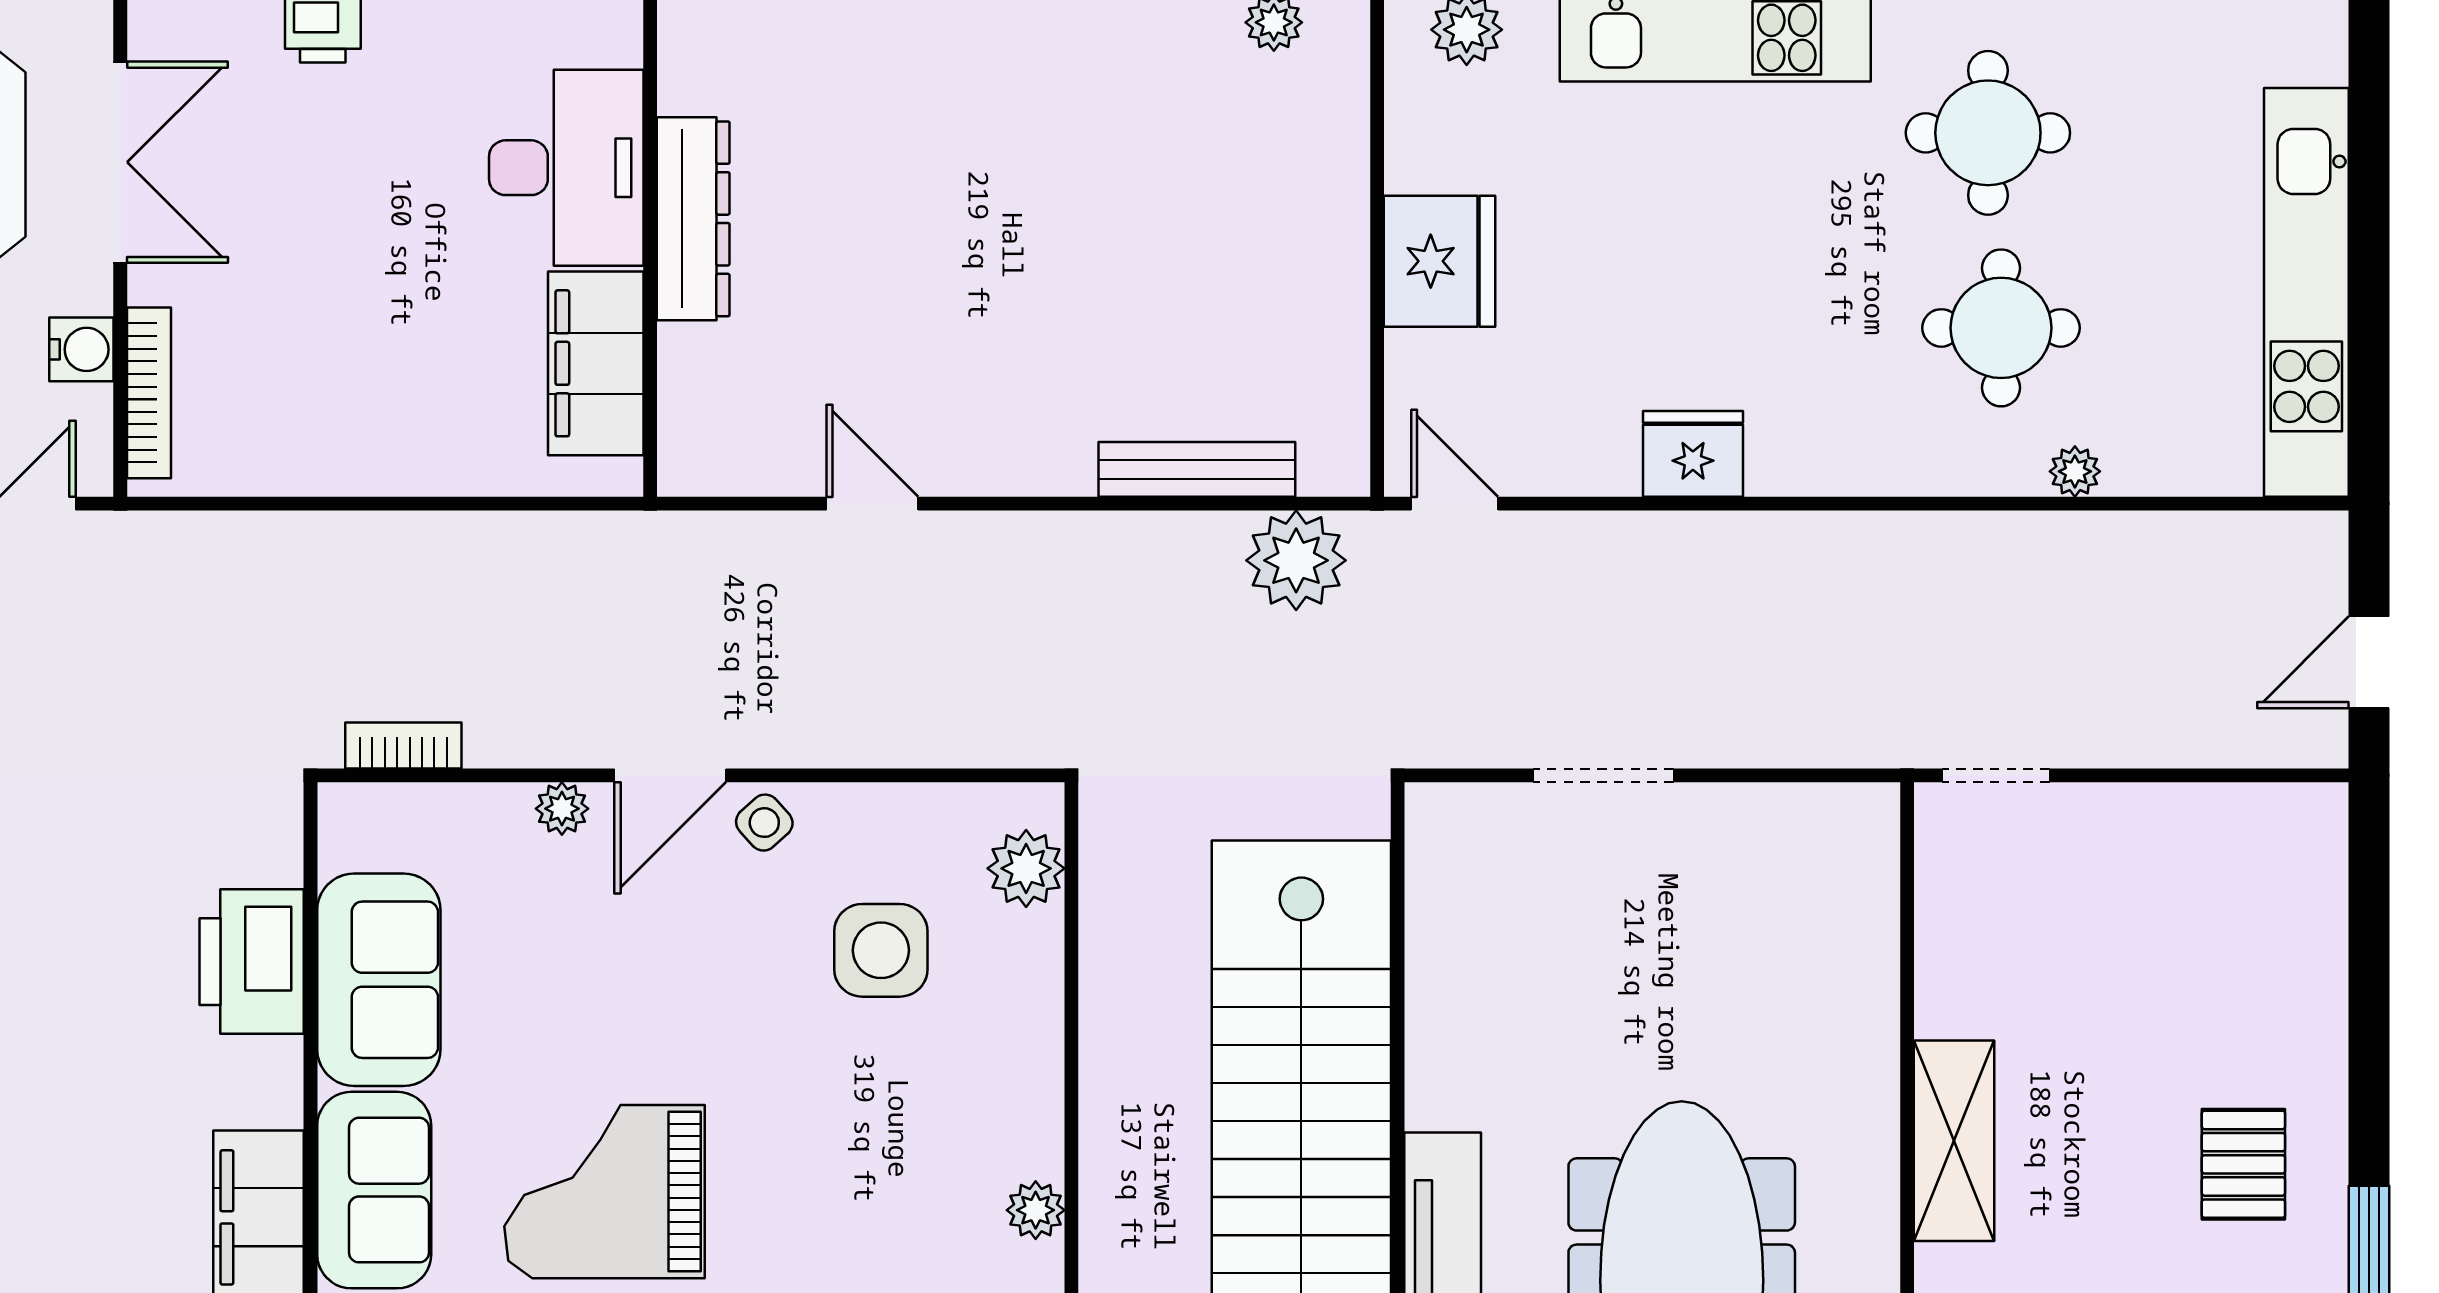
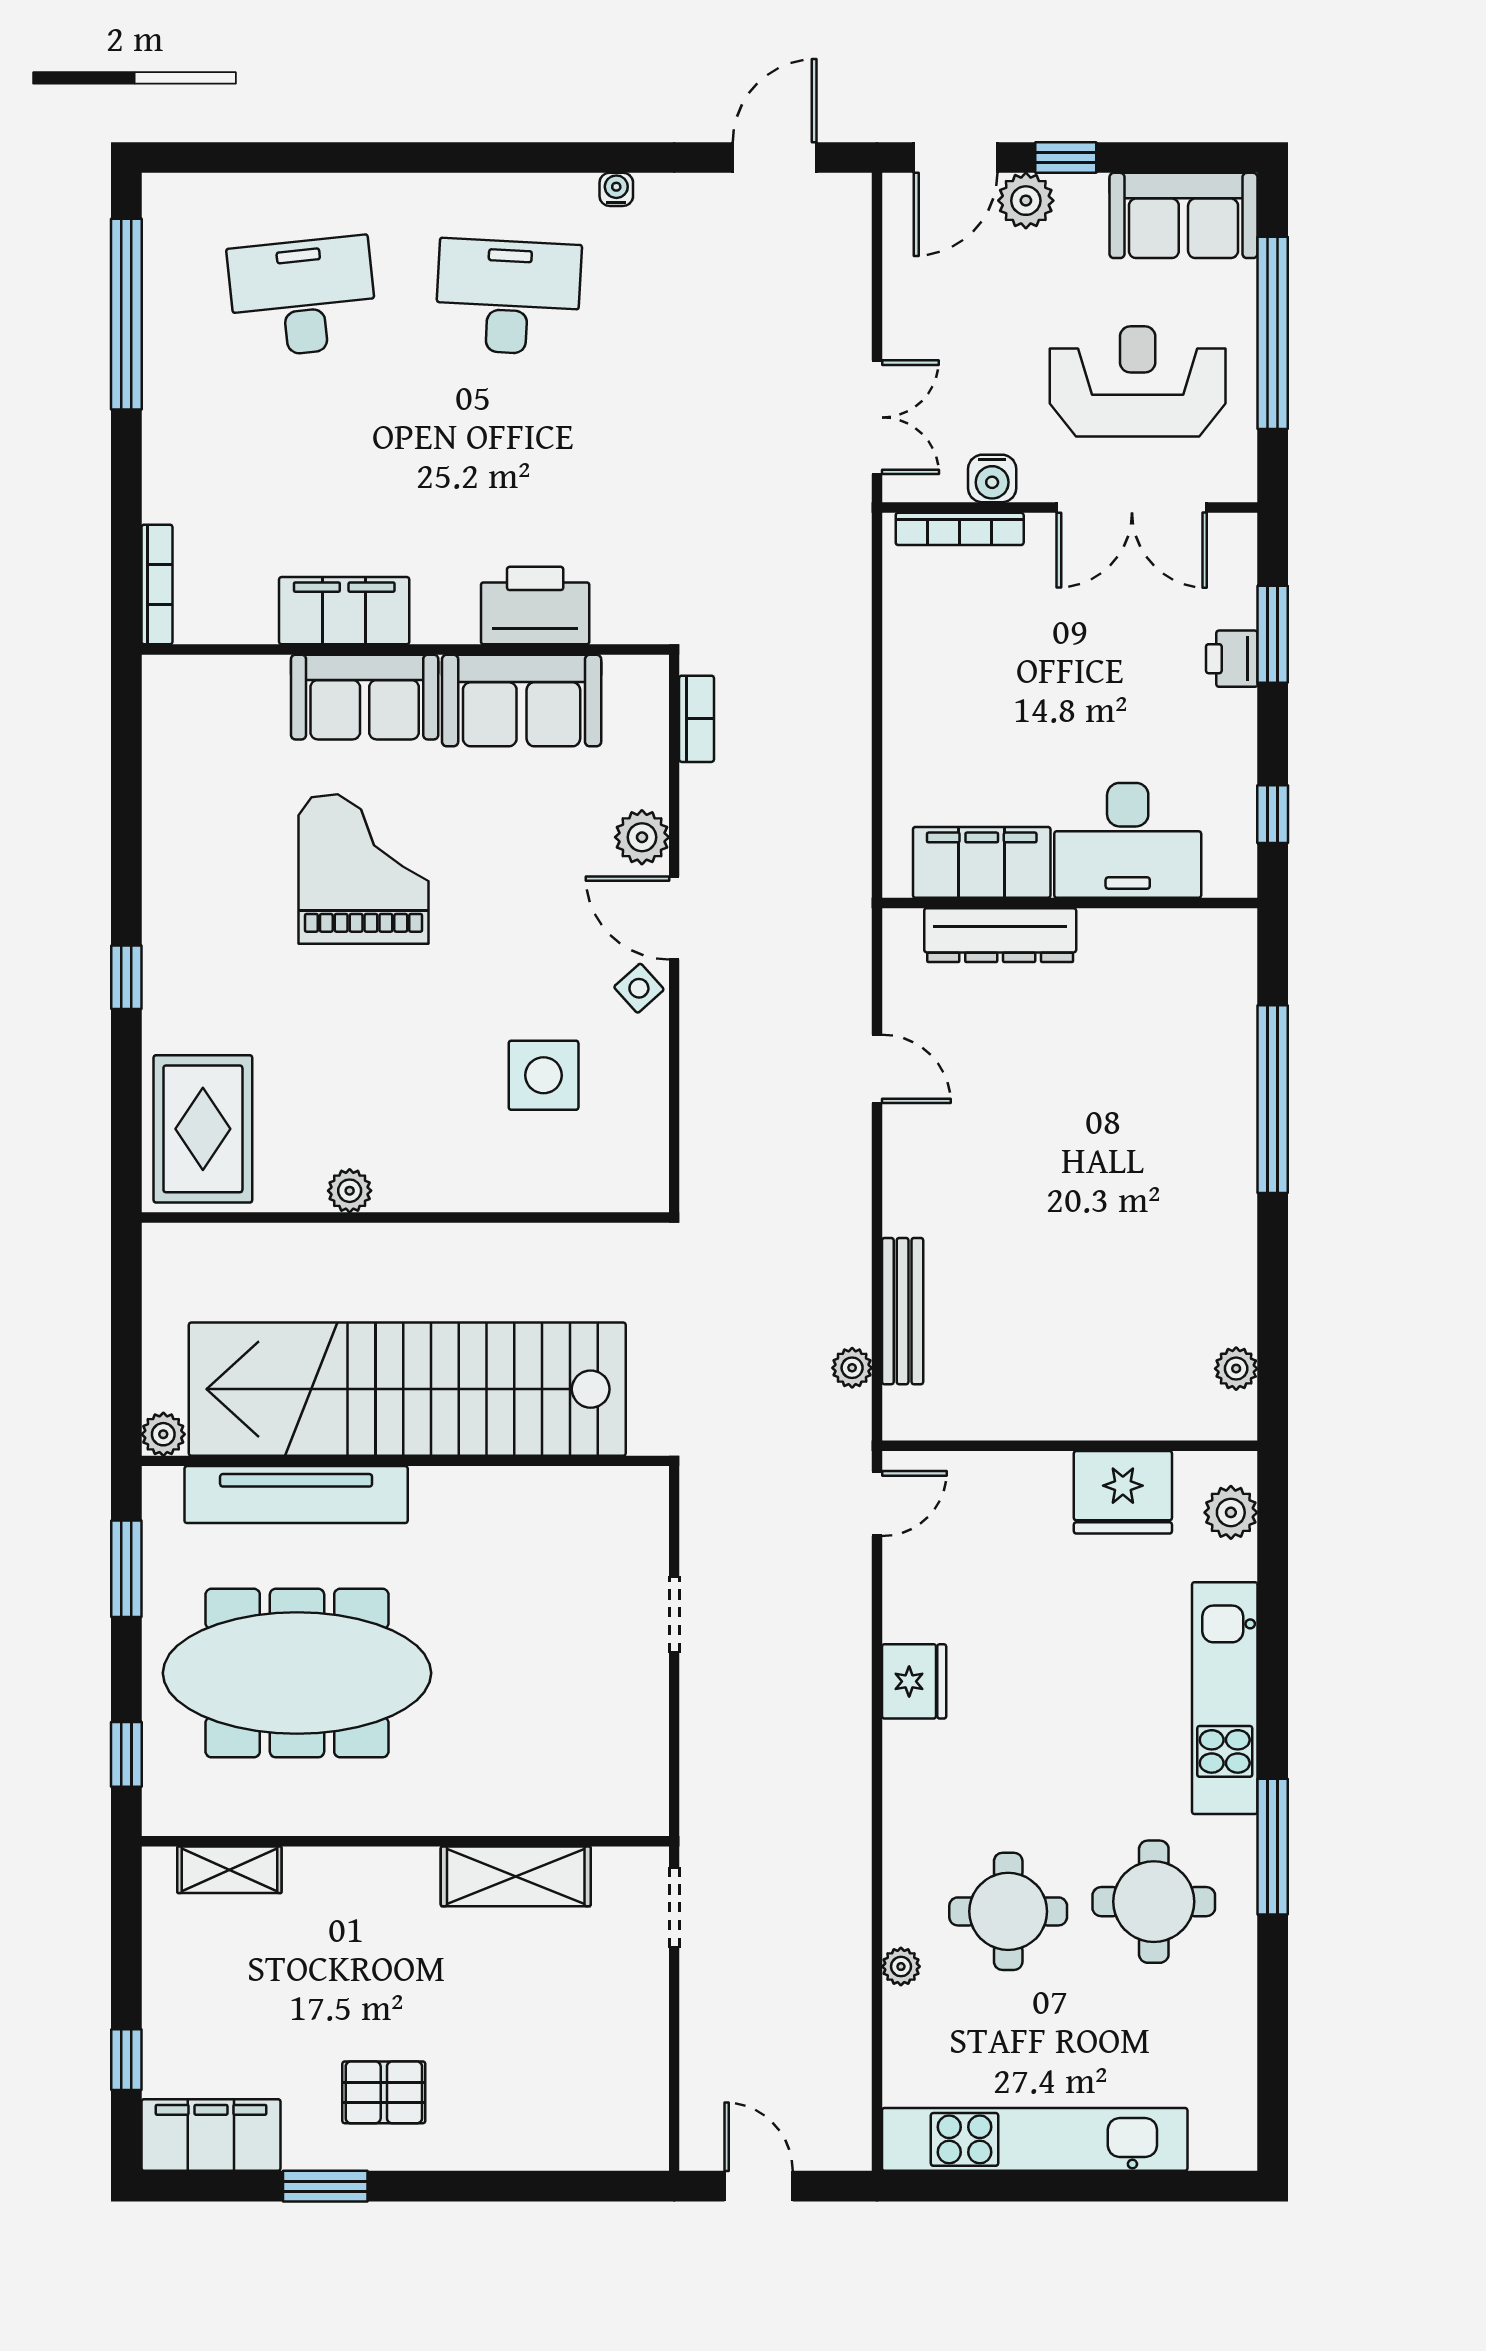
dresser: (693, 219) -> (1000, 935), moved
fridge: (1440, 261) -> (1123, 1492), moved
door: (872, 504) -> (877, 1069), hinge flipped
plant: (1296, 560) -> (852, 1368), width x0.53, depth x0.53
doorway: (1603, 775) -> (674, 1615), width x0.73
plant: (562, 809) -> (642, 837), width x1.38, depth x1.38
plant: (1026, 868) -> (605, 1184), removed
shelving: (1954, 1141) -> (516, 1876), moved

